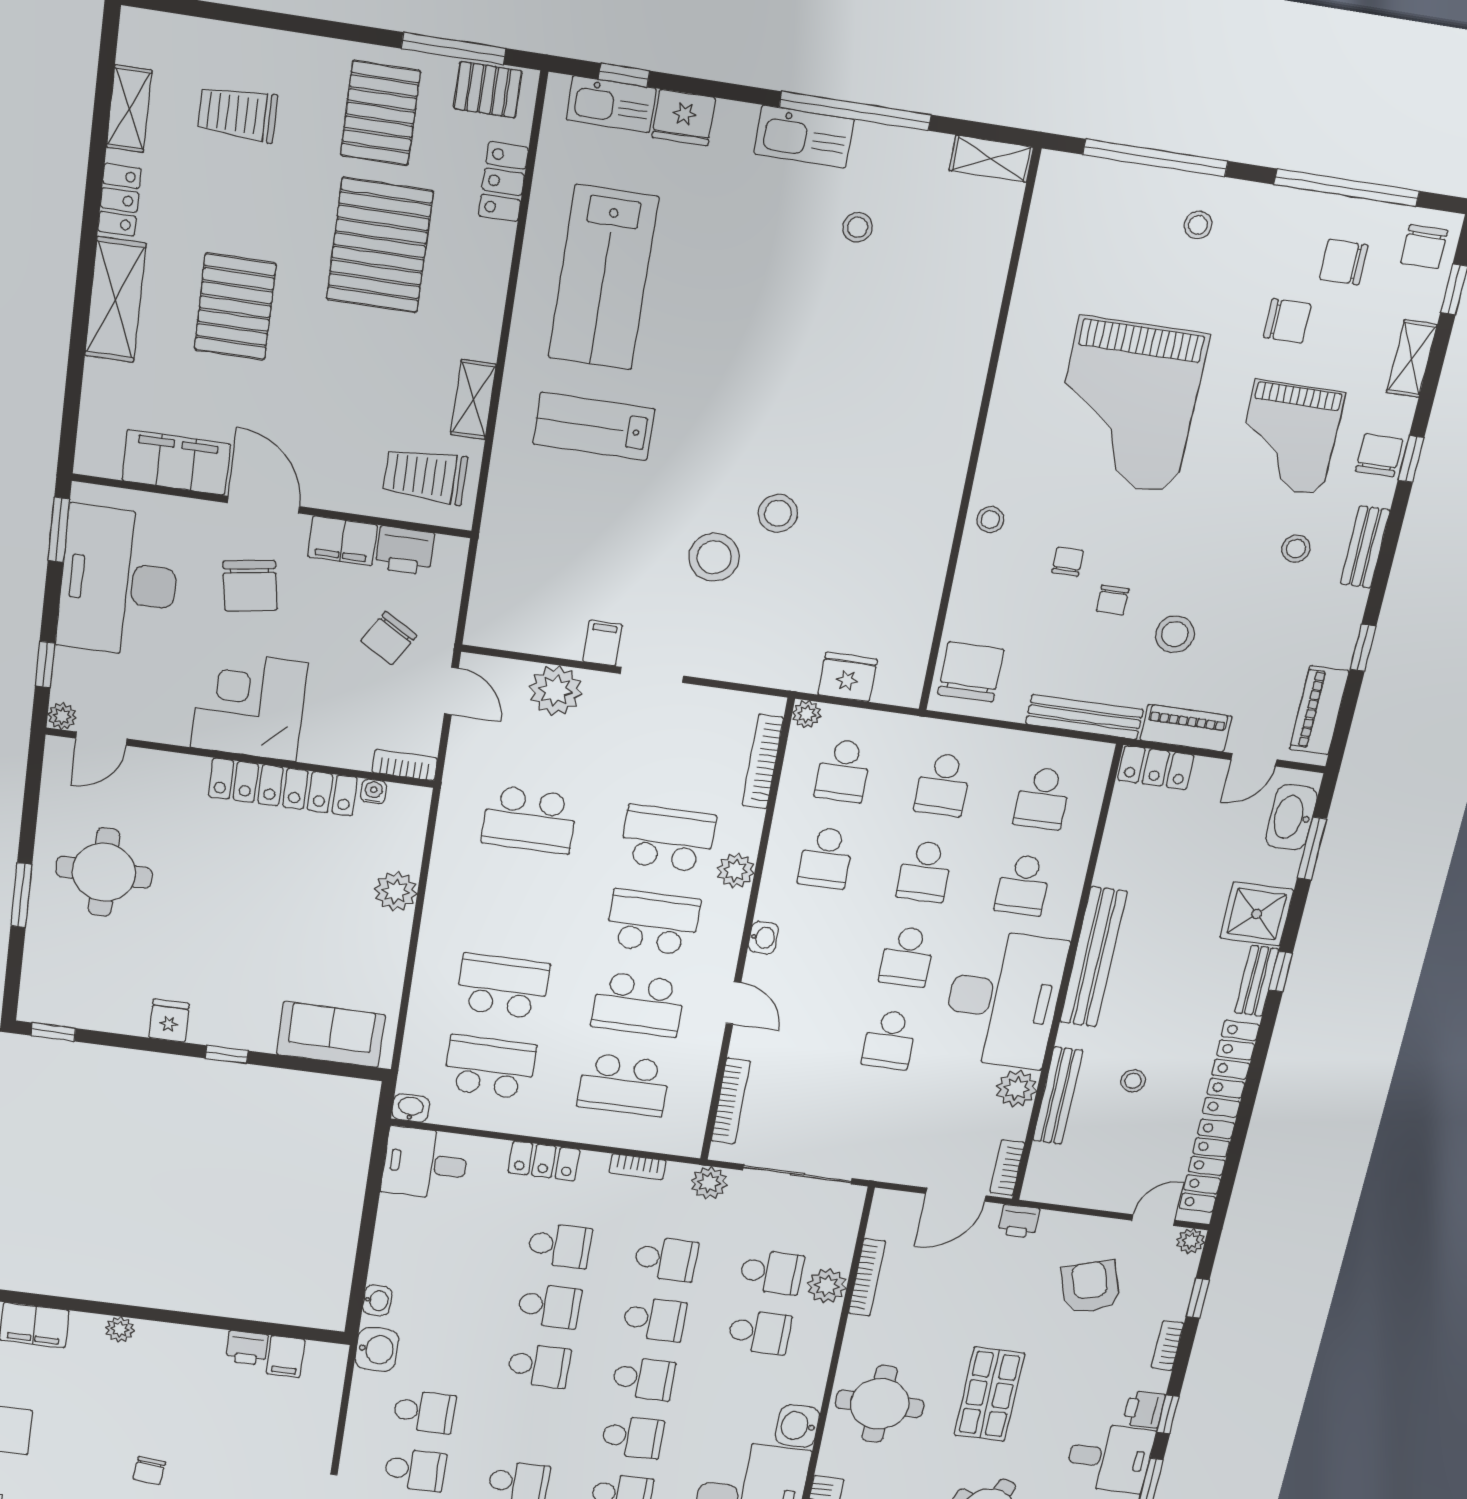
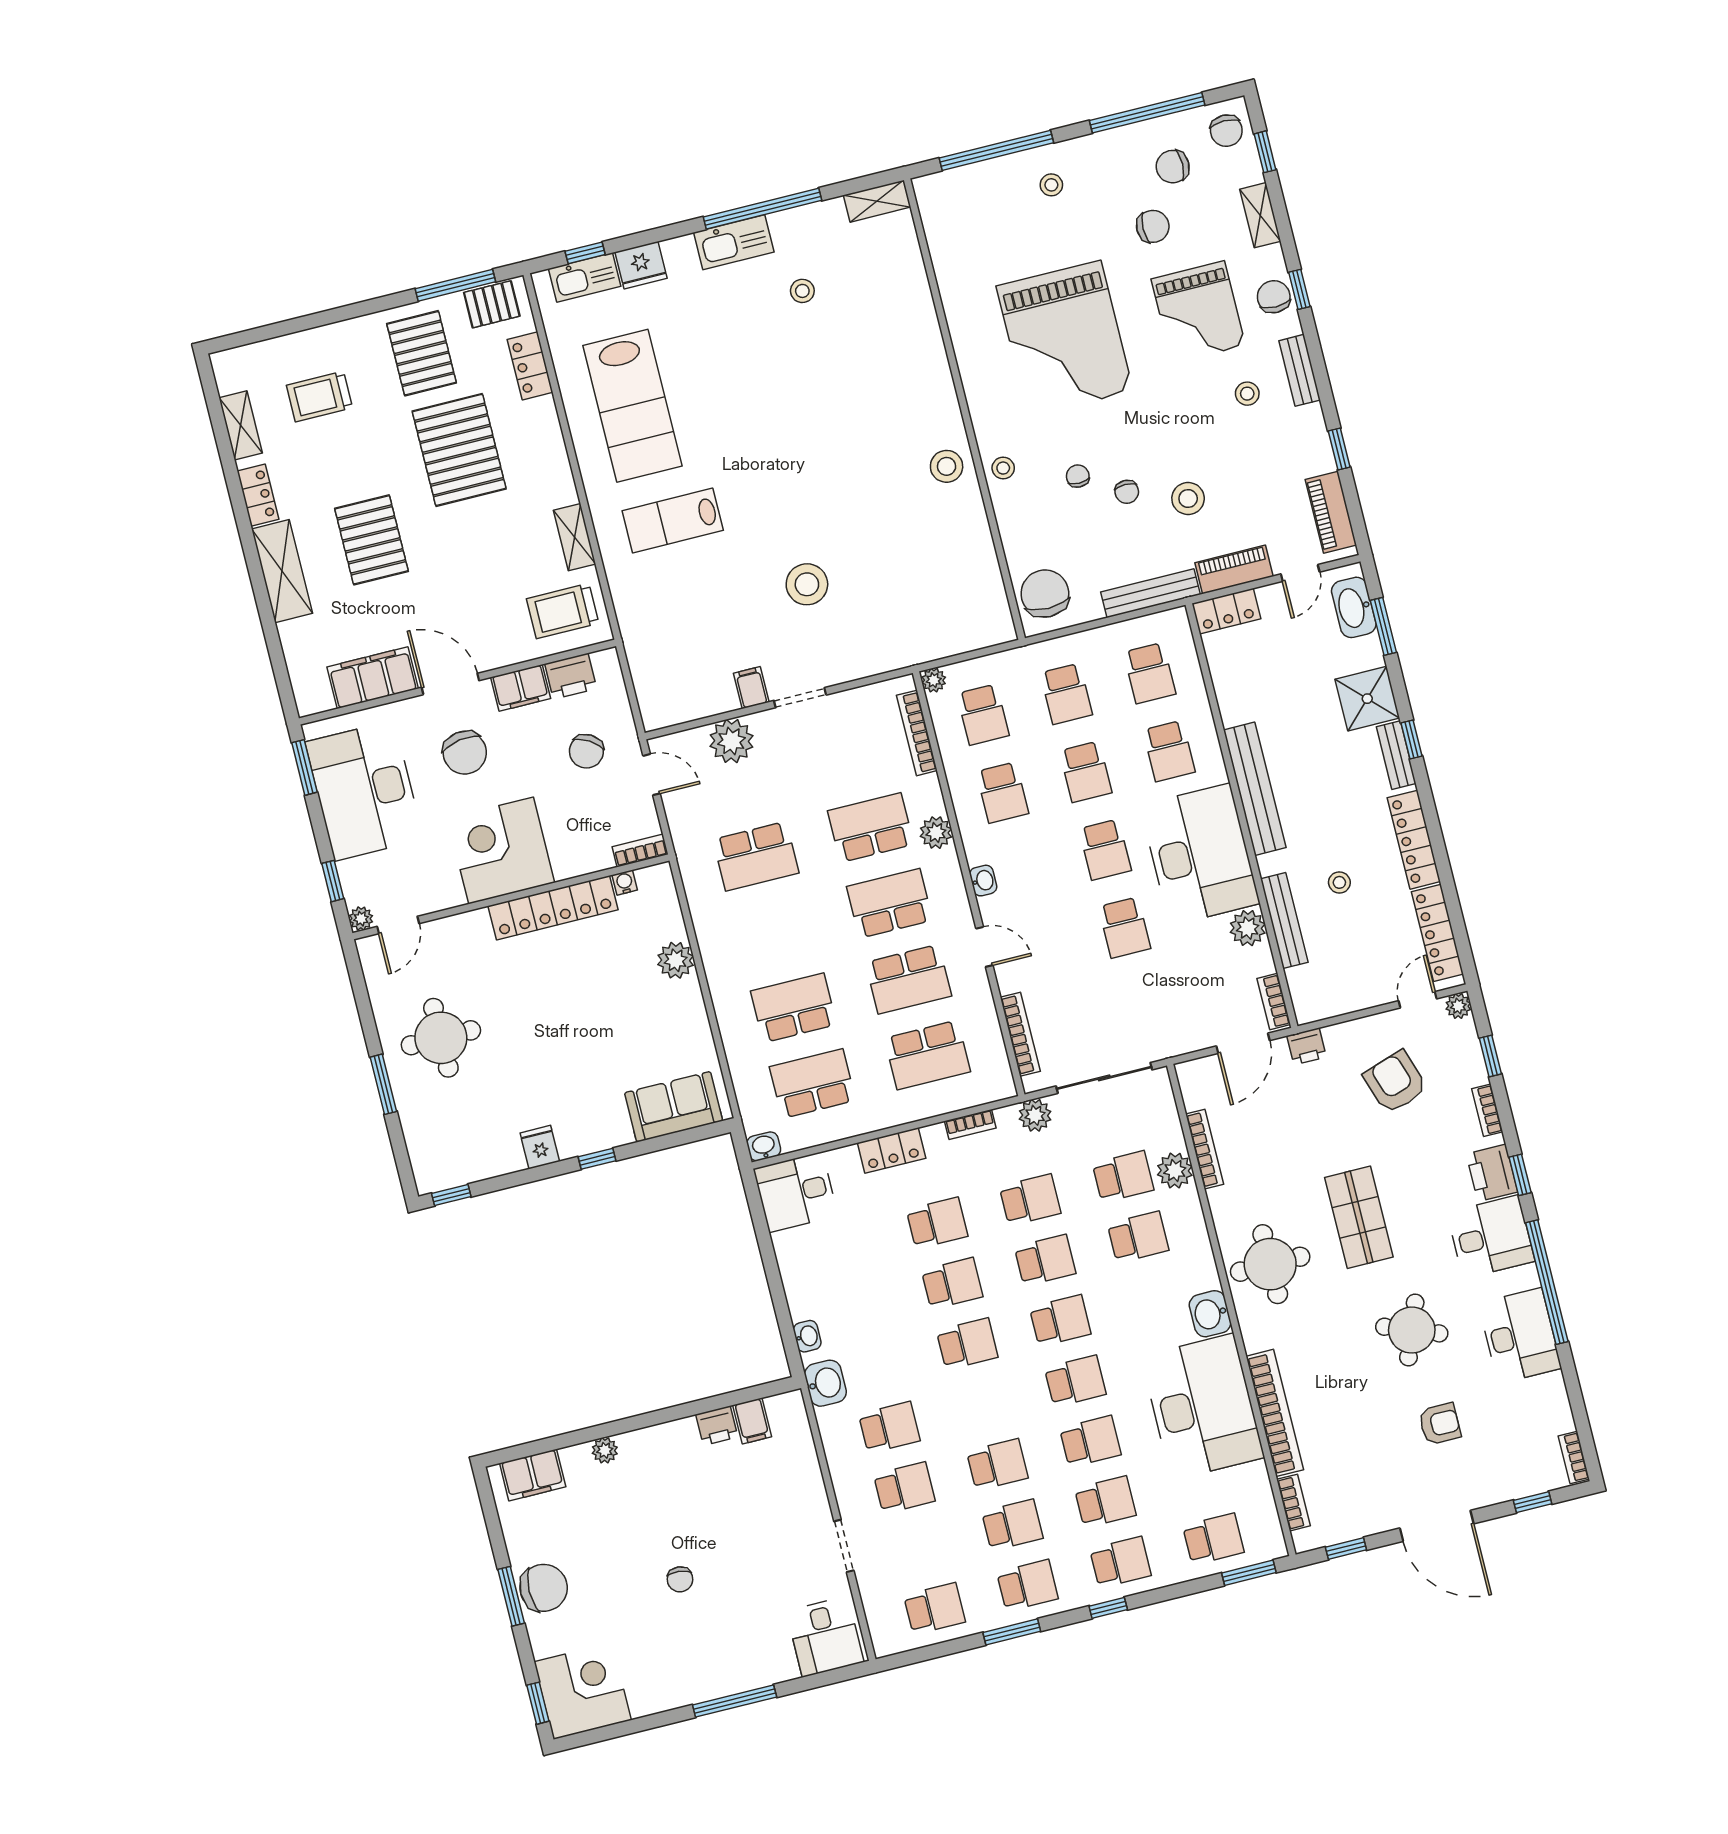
stool: (778, 513) -> (947, 466), moved
fridge: (847, 677) -> (952, 637), removed
printer: (1144, 1409) -> (1492, 1173), width x1.36, depth x1.24

